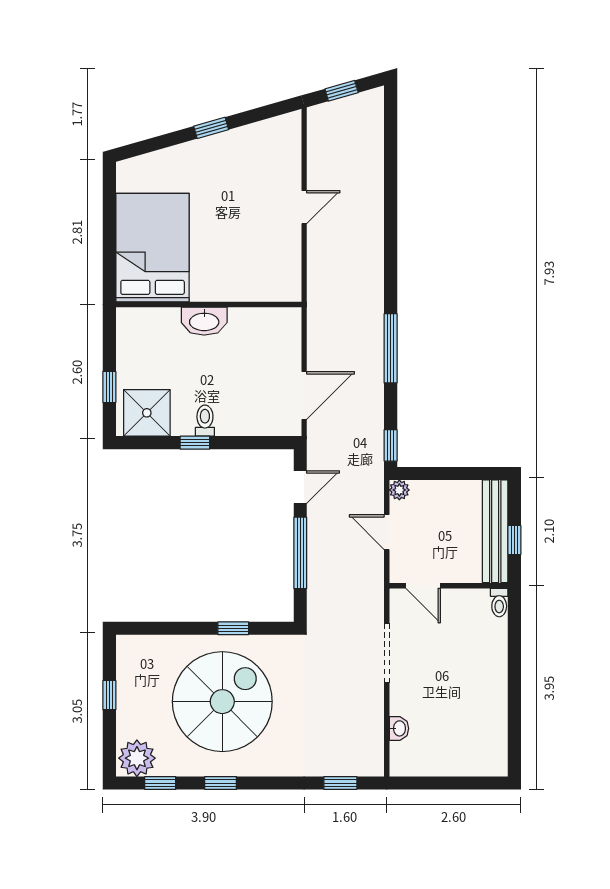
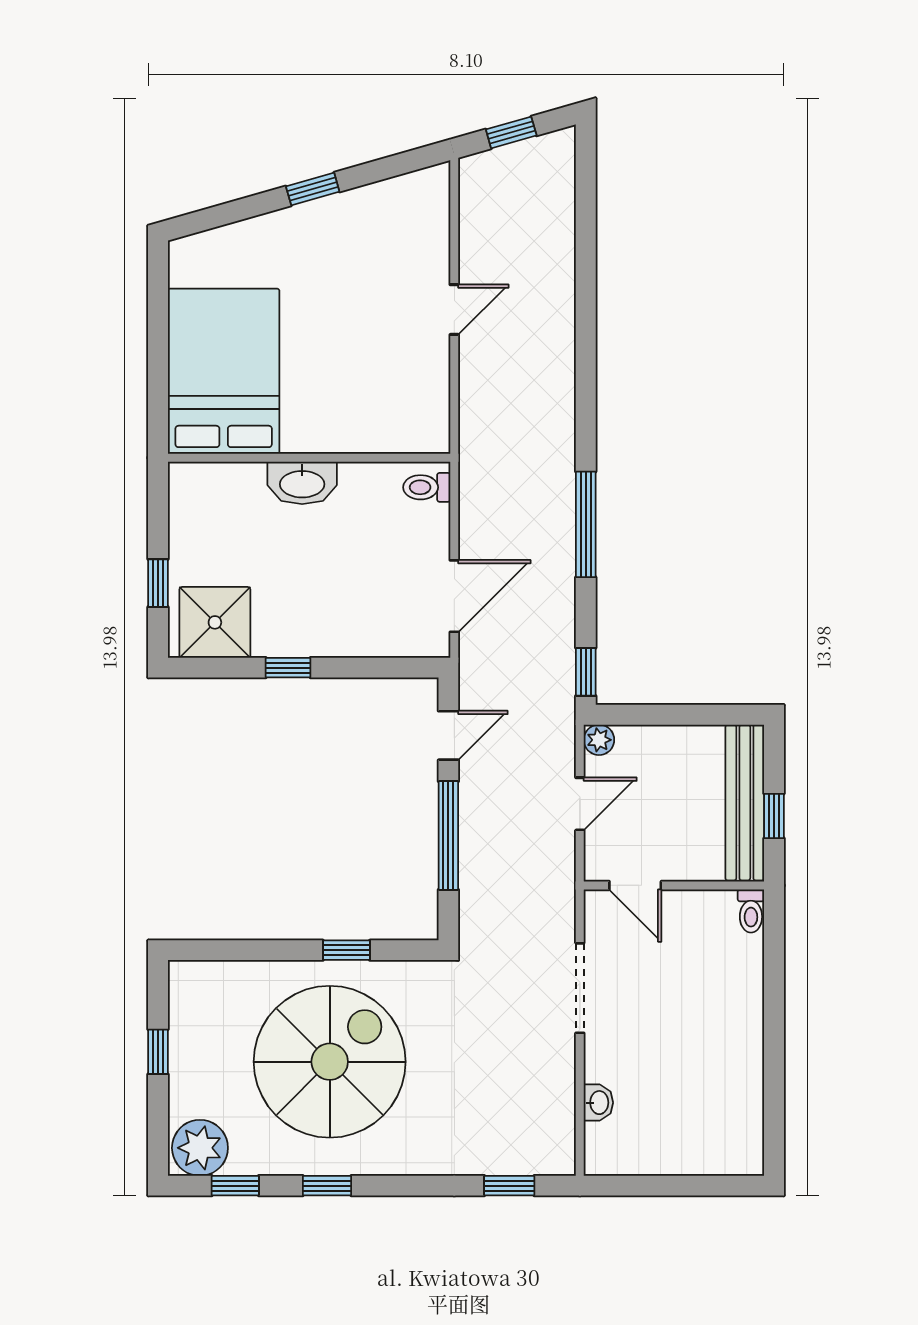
toilet: (205, 421) -> (427, 487), moved, turned -90
door: (387, 532) -> (580, 804), swing flipped

